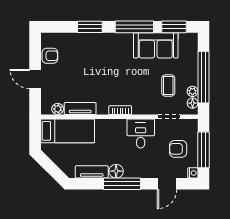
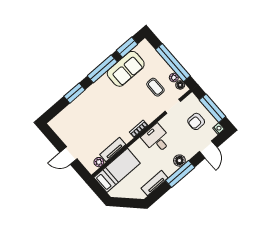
armchair: (50, 56) -> (65, 133), removed
desk: (141, 133) -> (157, 139), moved
floor lamp: (116, 171) -> (179, 161), moved

